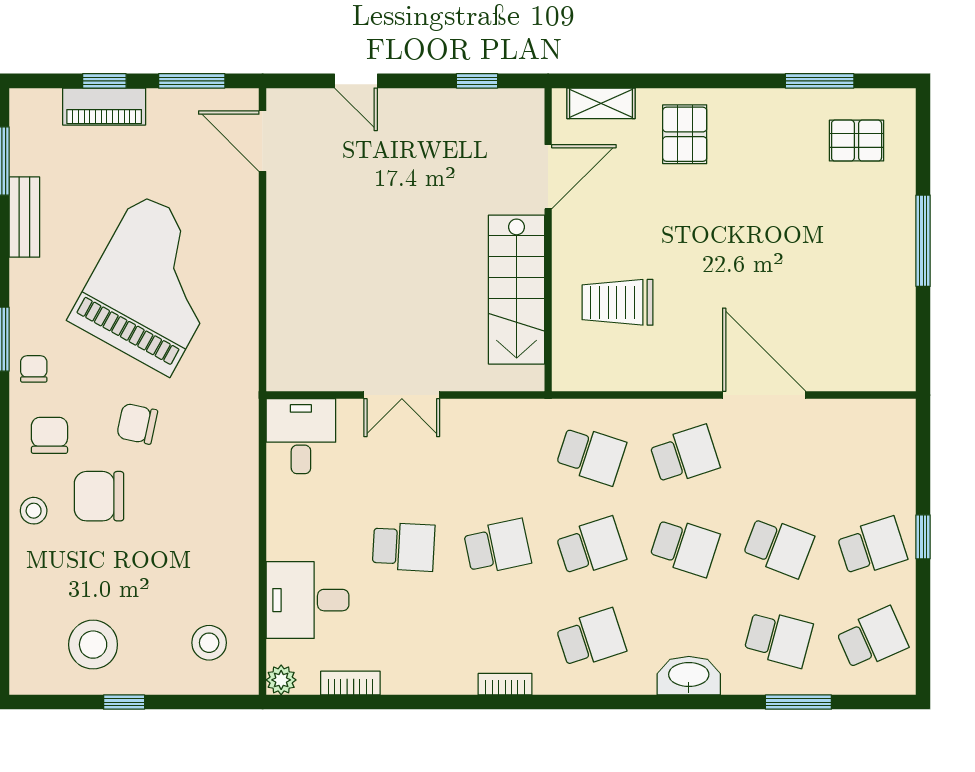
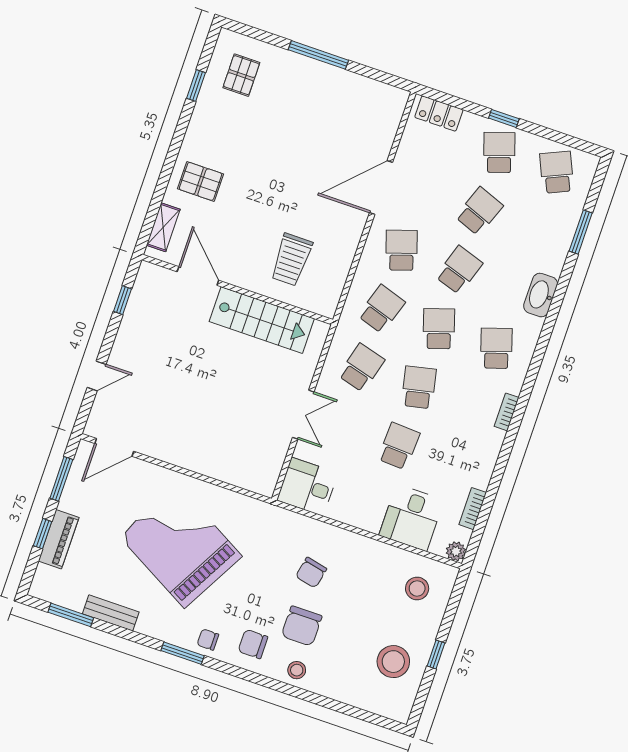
window: (820, 81) -> (196, 86), width x0.67
chair: (137, 424) -> (311, 573), moved
locker: (898, 442) -> (439, 113), added
school desk: (778, 639) -> (361, 368), moved

